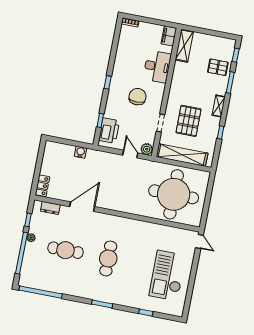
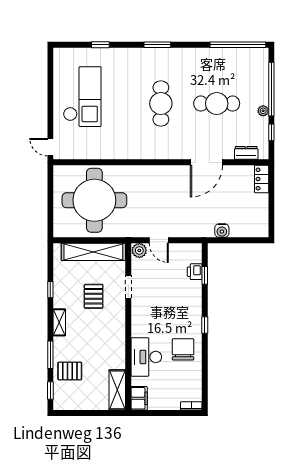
chair: (137, 97) -> (183, 349), moved, turned 180
pallet: (189, 121) -> (94, 296), width x0.67, depth x0.71
printer: (109, 131) -> (195, 272), width x0.53, depth x0.68

